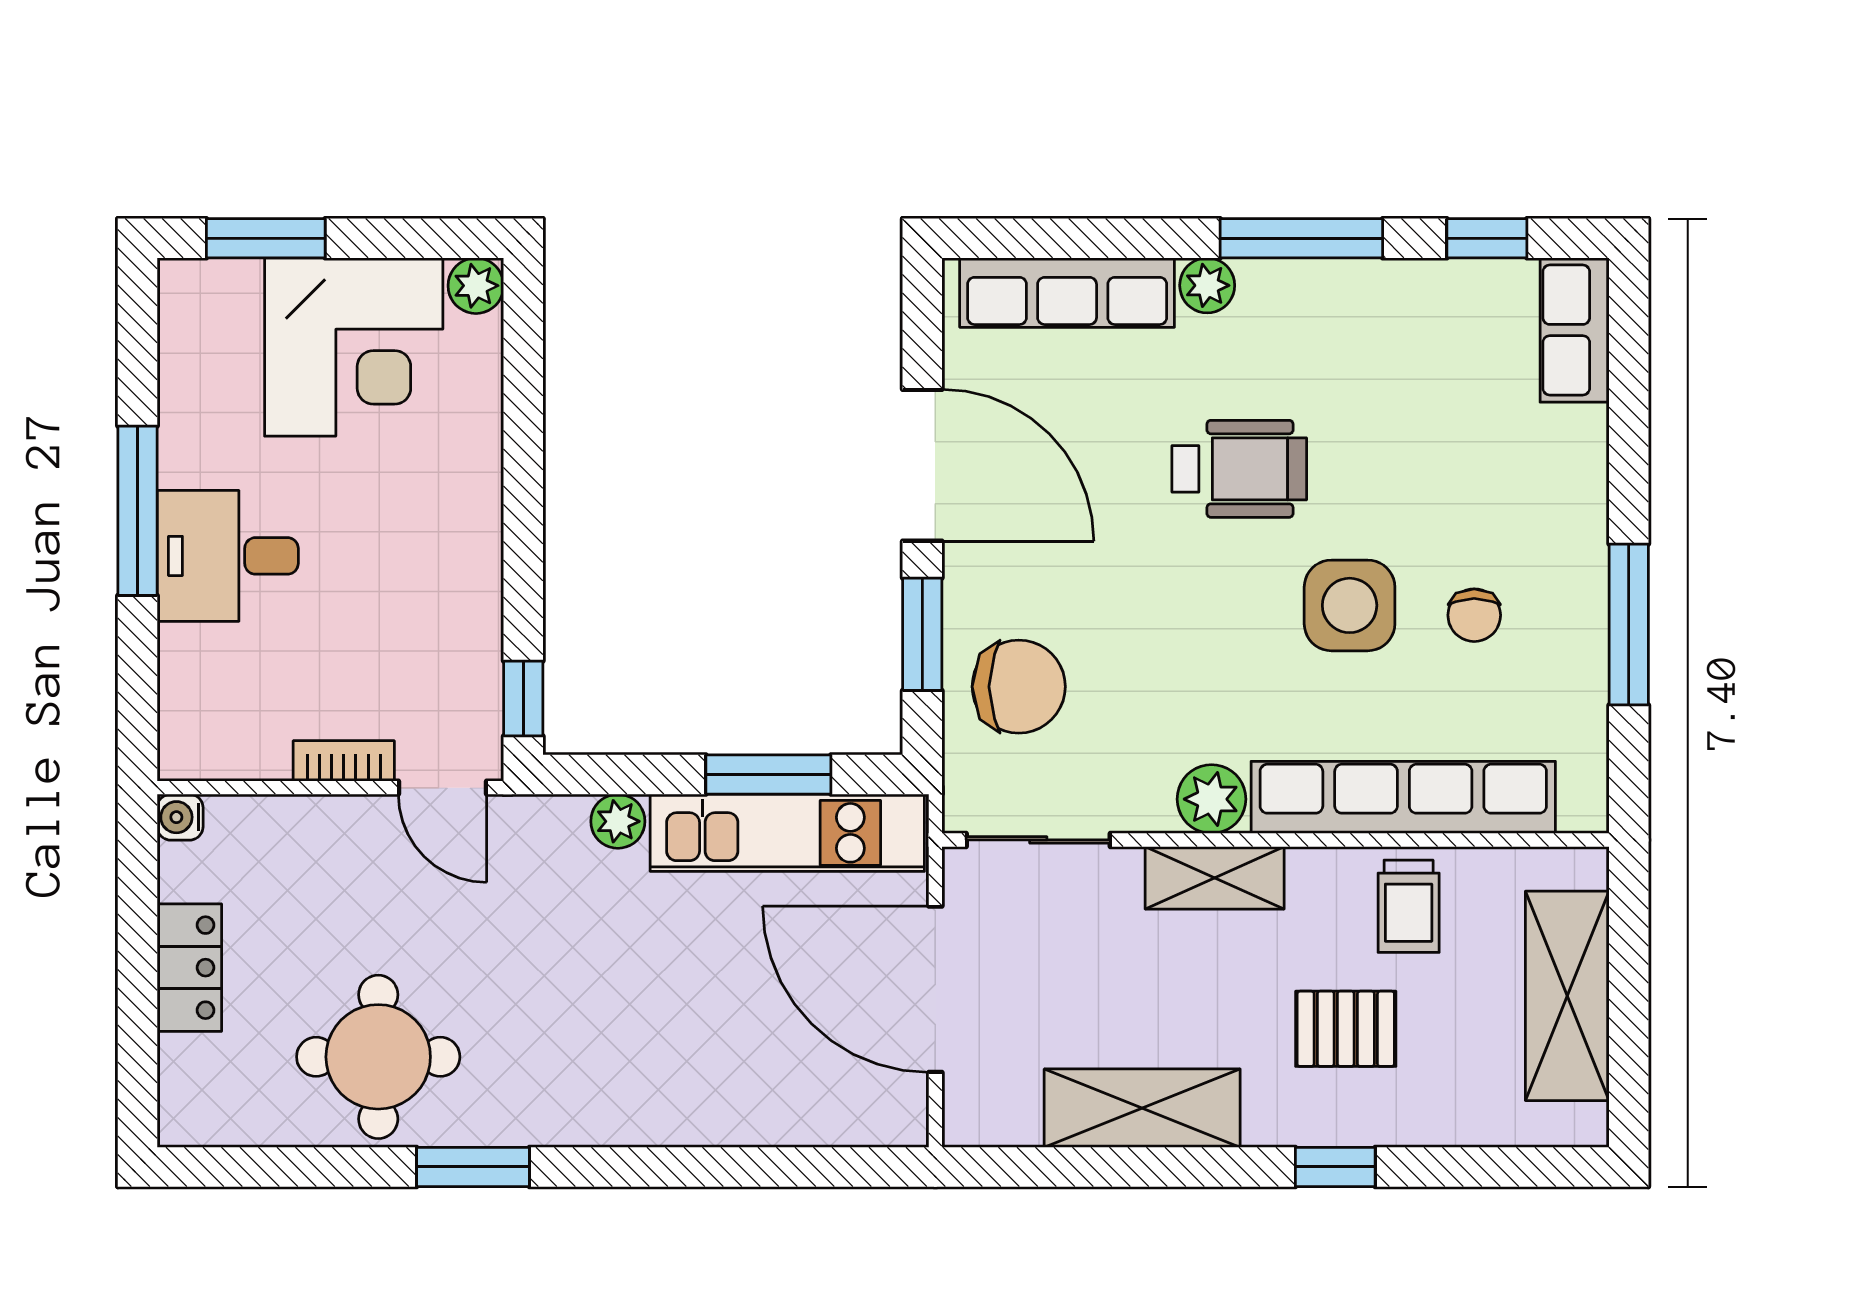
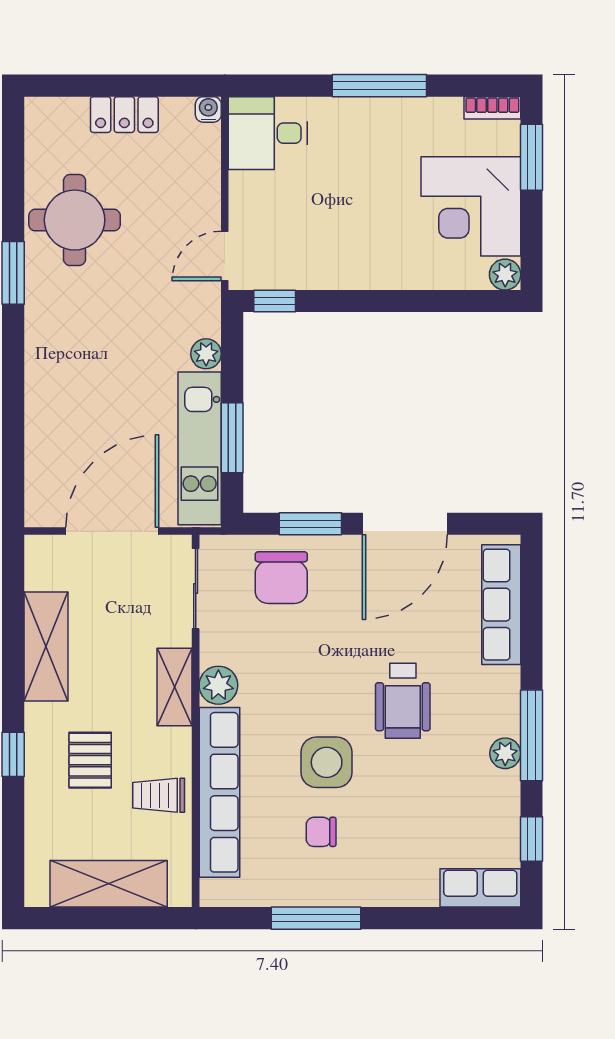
plant: (1207, 285) -> (505, 753), moved
desk: (228, 556) -> (268, 133), moved, turned -90
bookcase: (344, 761) -> (492, 108), moved, turned 90

